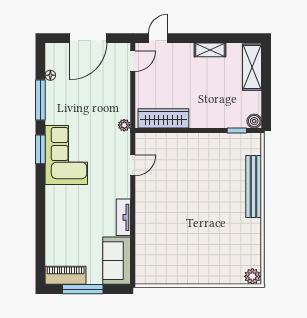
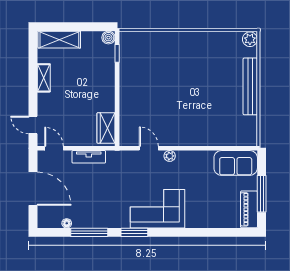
wardrobe: (163, 118) -> (106, 128), width x0.67
plant: (124, 125) -> (170, 156), moved
corner sofa: (66, 155) -> (157, 209), moved
bench: (254, 186) -> (250, 86), moved, turned 90
tv unit: (123, 217) -> (89, 157), moved

